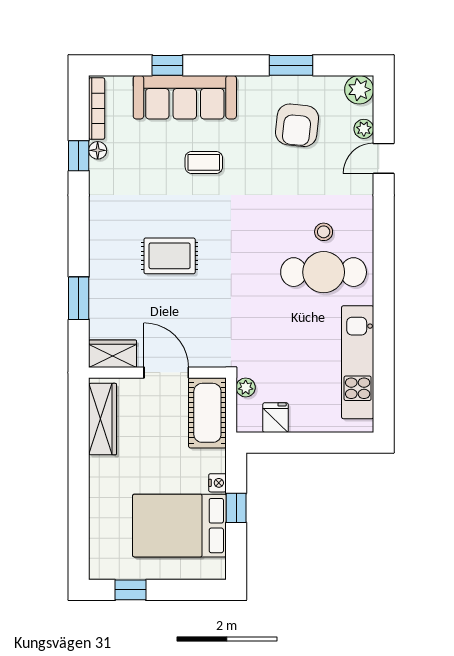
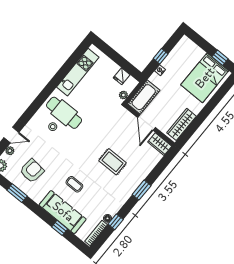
window: (79, 298) -> (142, 190), moved
bed: (179, 526) -> (205, 78), moved, turned 90

